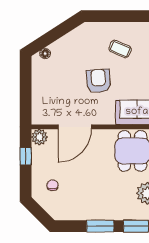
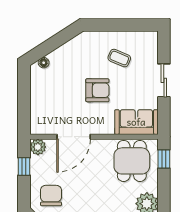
armchair: (98, 81) -> (97, 90), turned 94
chair: (52, 185) -> (51, 196), width x1.87, depth x1.87

